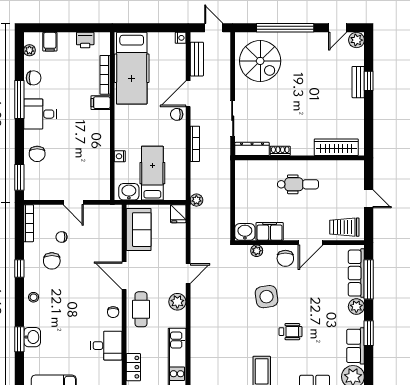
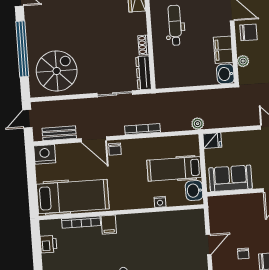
nightstand: (181, 38) -> (45, 154), width x1.89, depth x1.79

